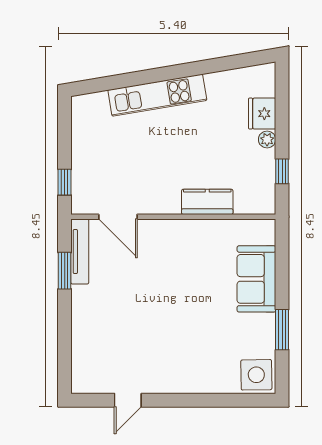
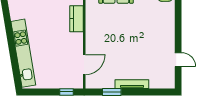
kitchen unit: (157, 95) -> (23, 53), width x1.36
tv unit: (80, 252) -> (132, 84), moved

